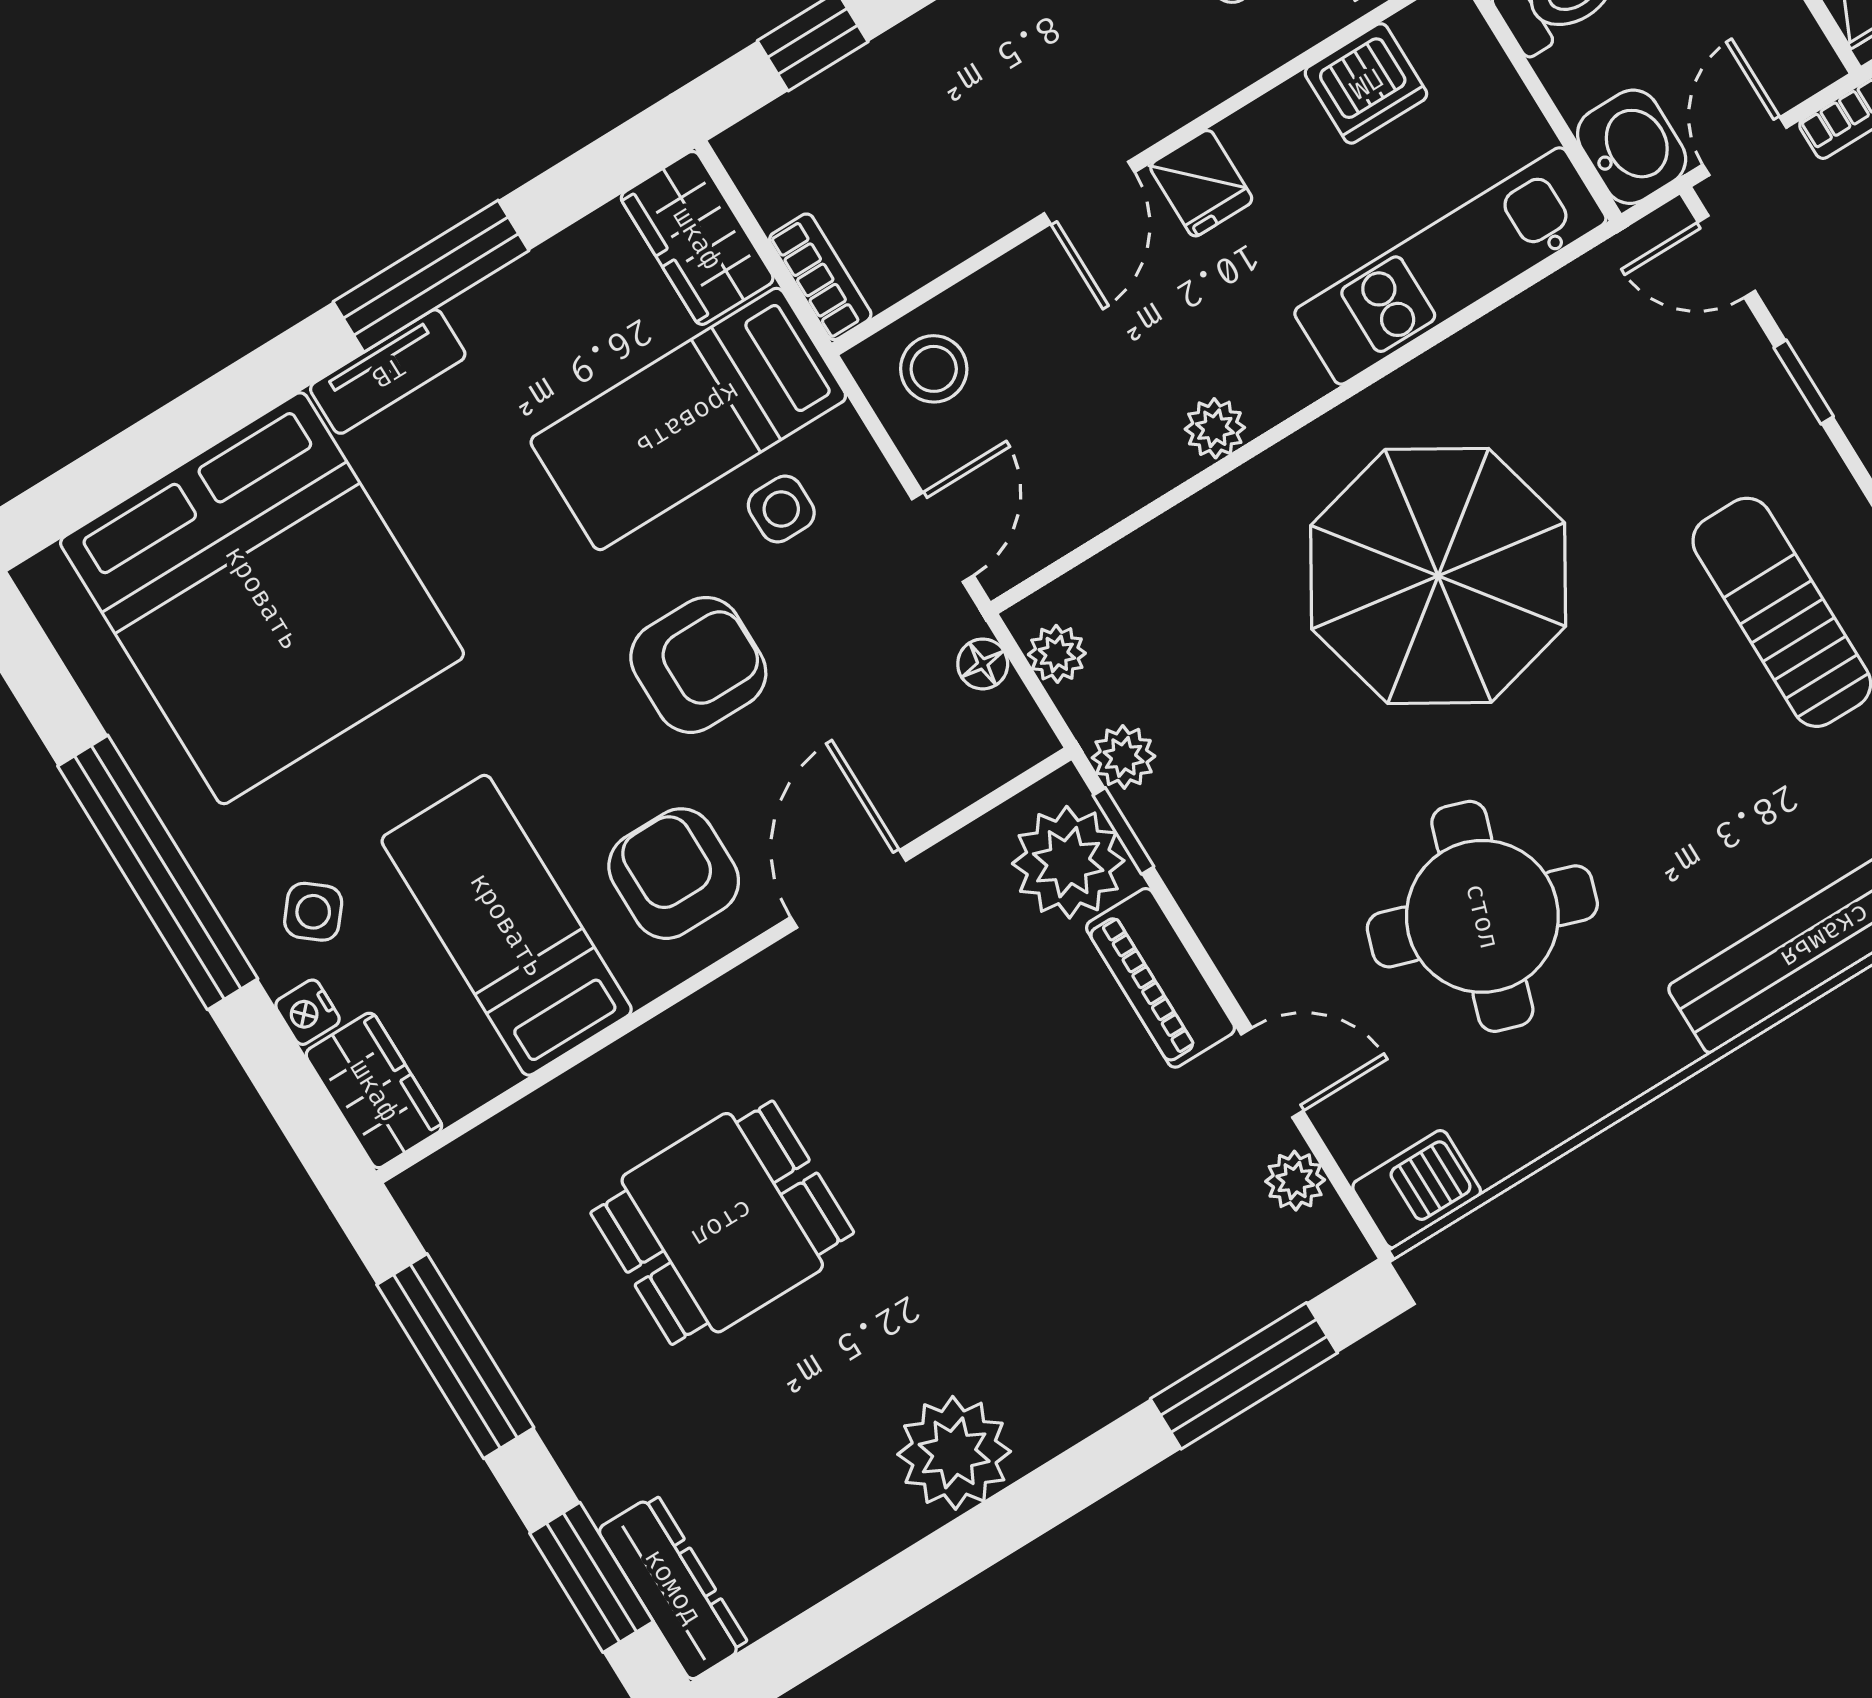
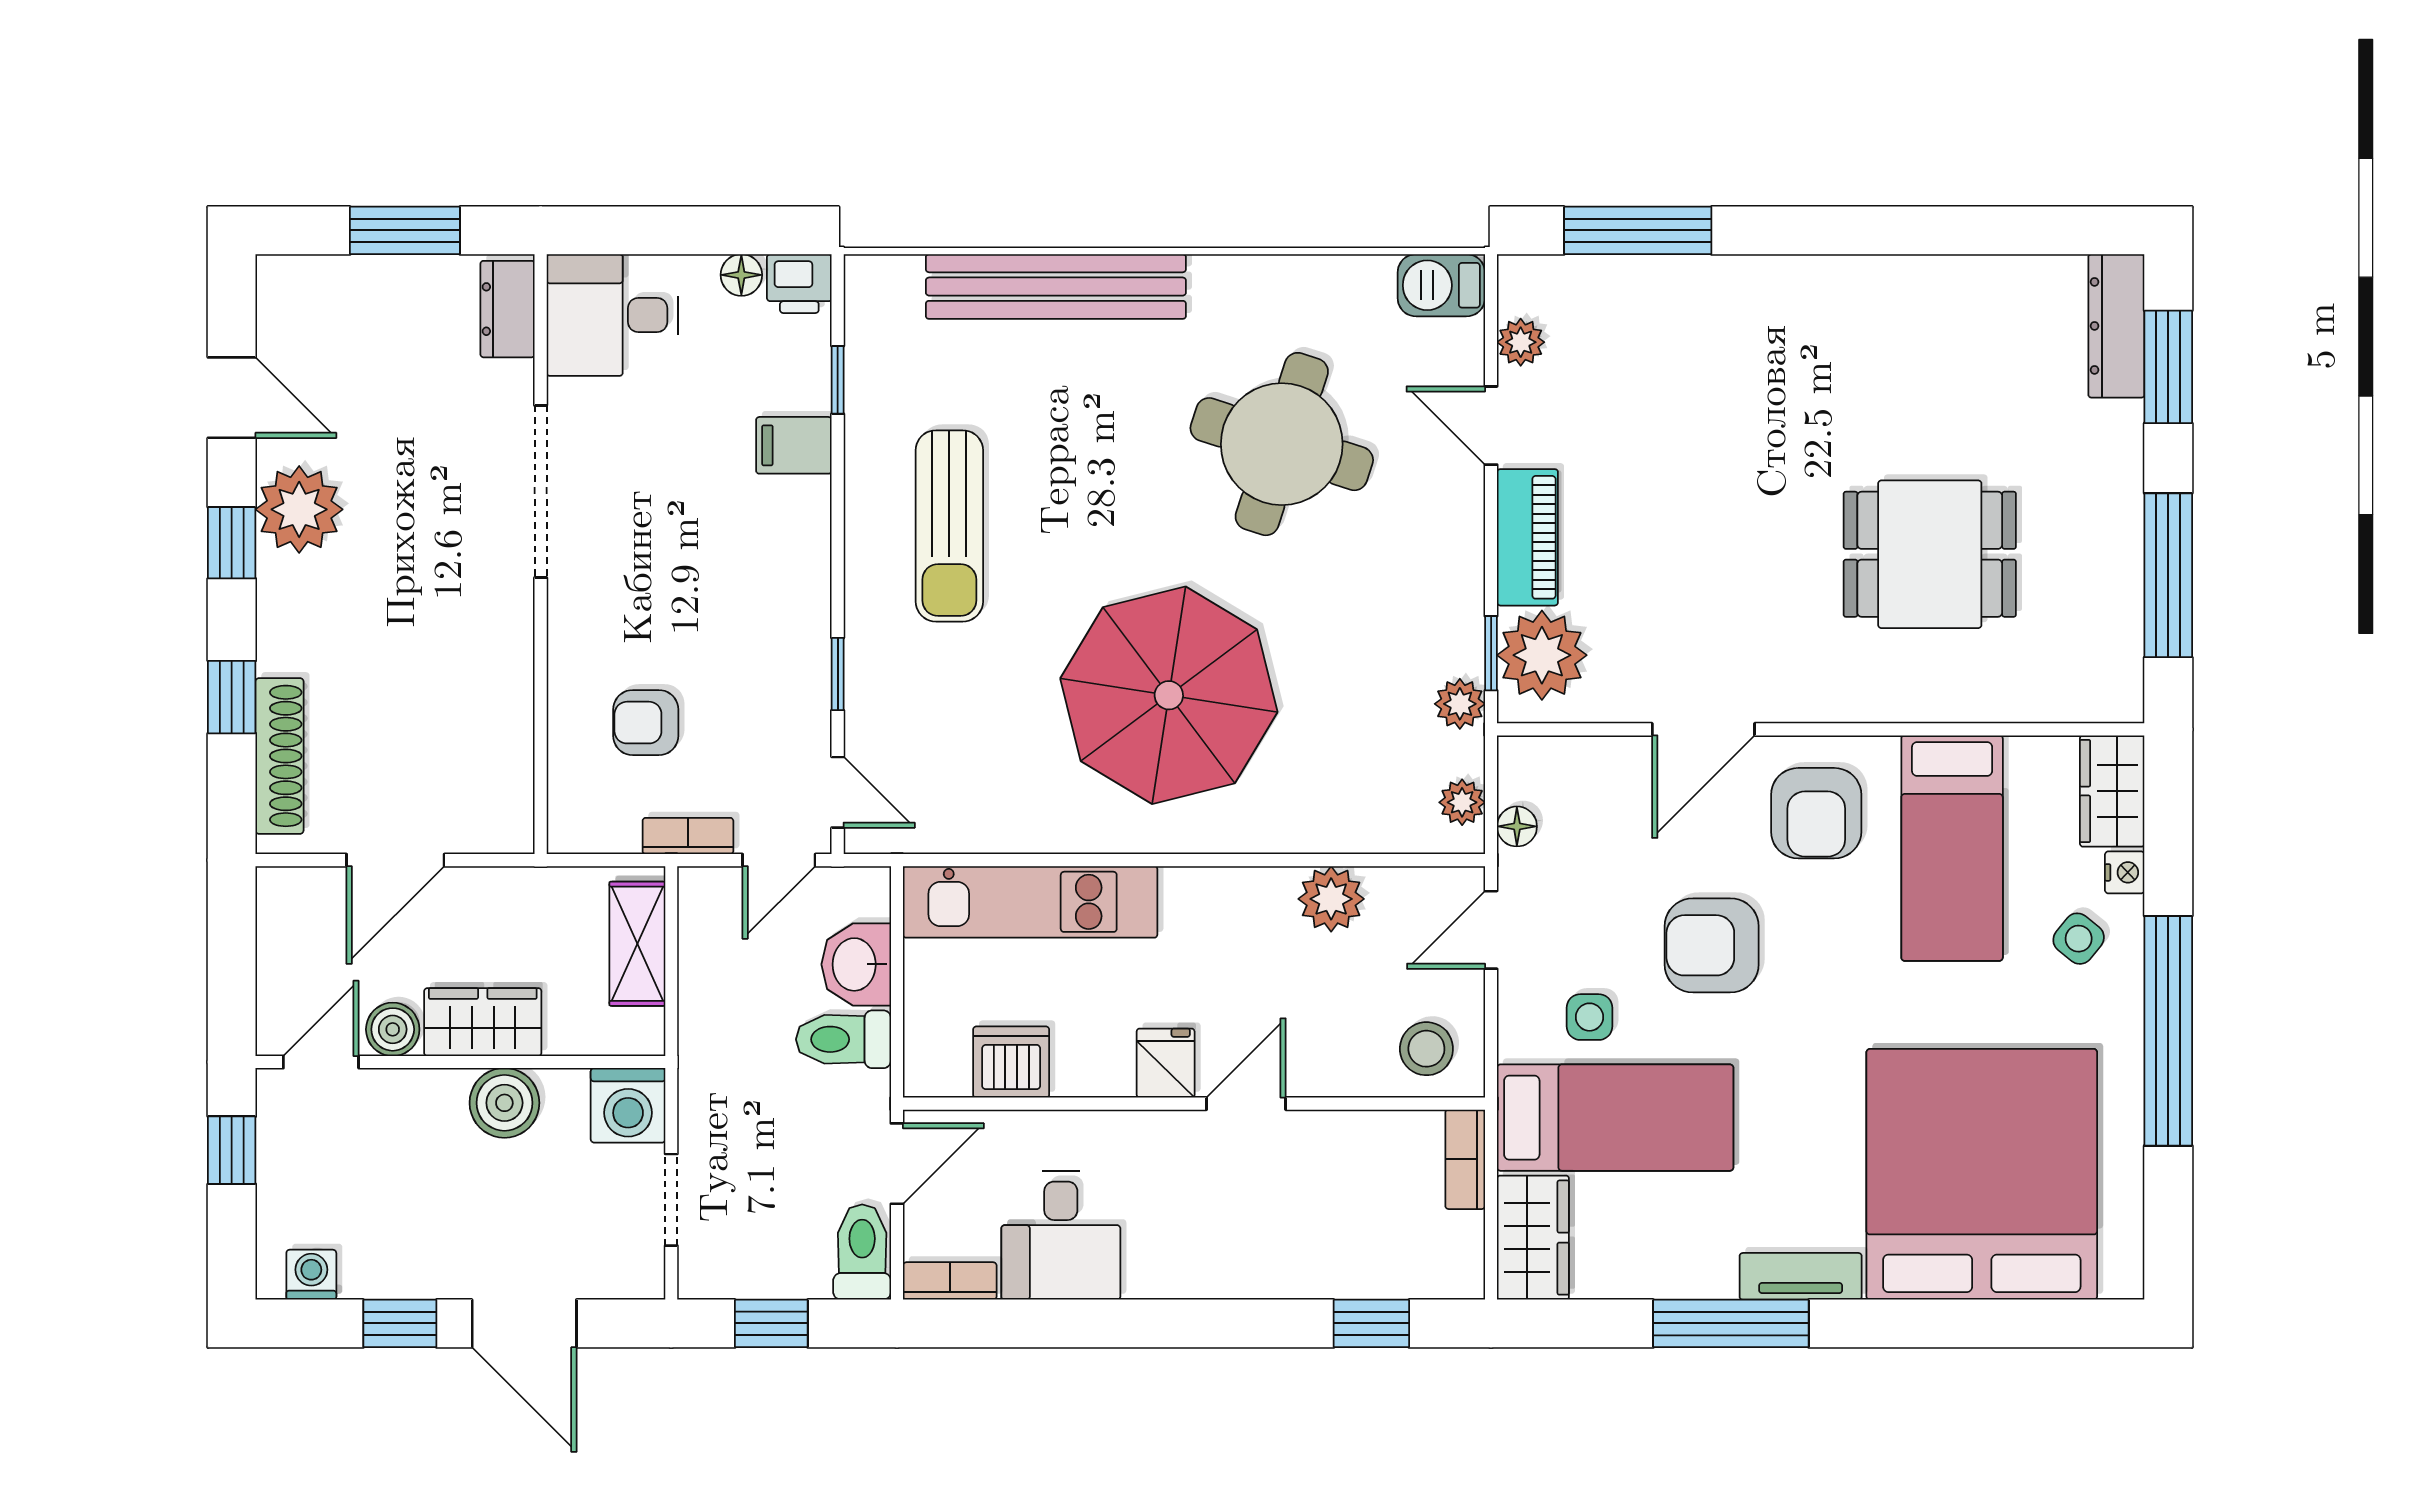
washbasin: (1632, 147) -> (856, 964), moved
plant: (1215, 428) -> (1331, 899), moved, width x1.38, depth x1.38
plant: (954, 1453) -> (1868, 300), removed

